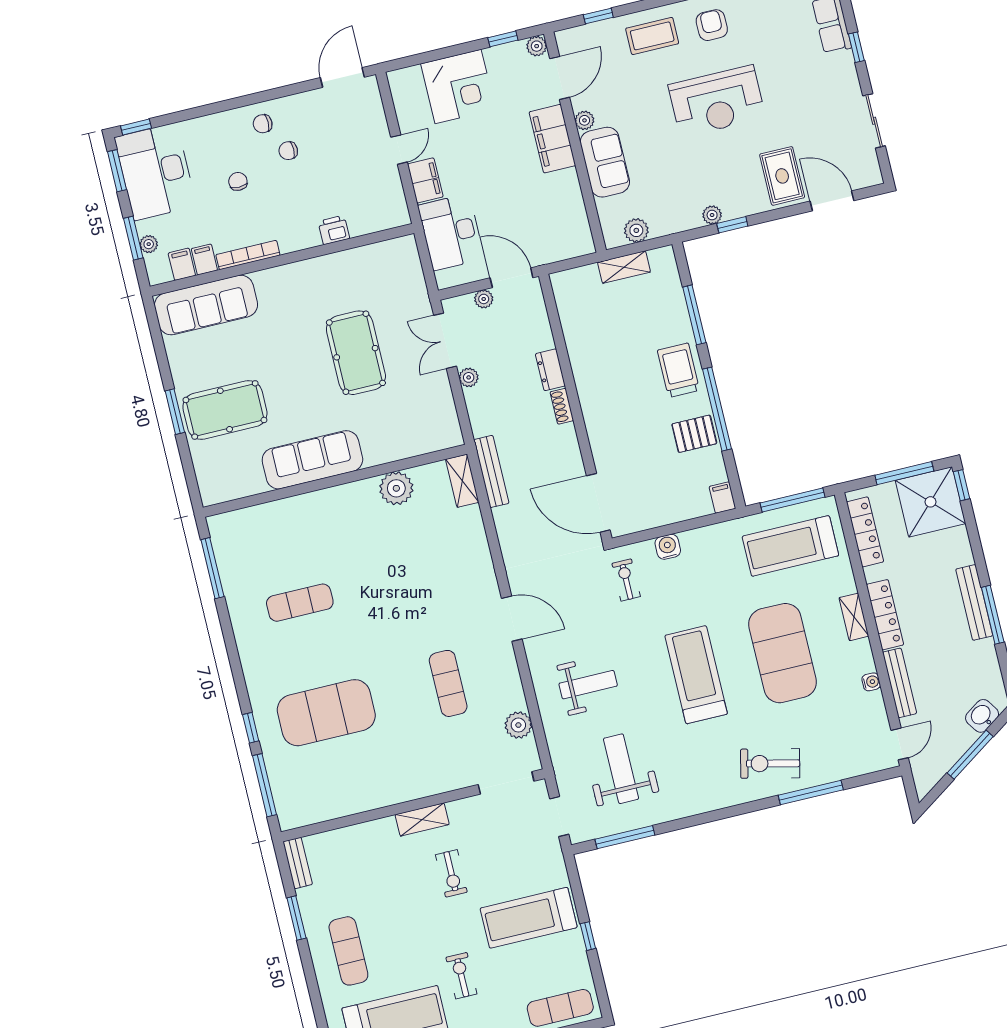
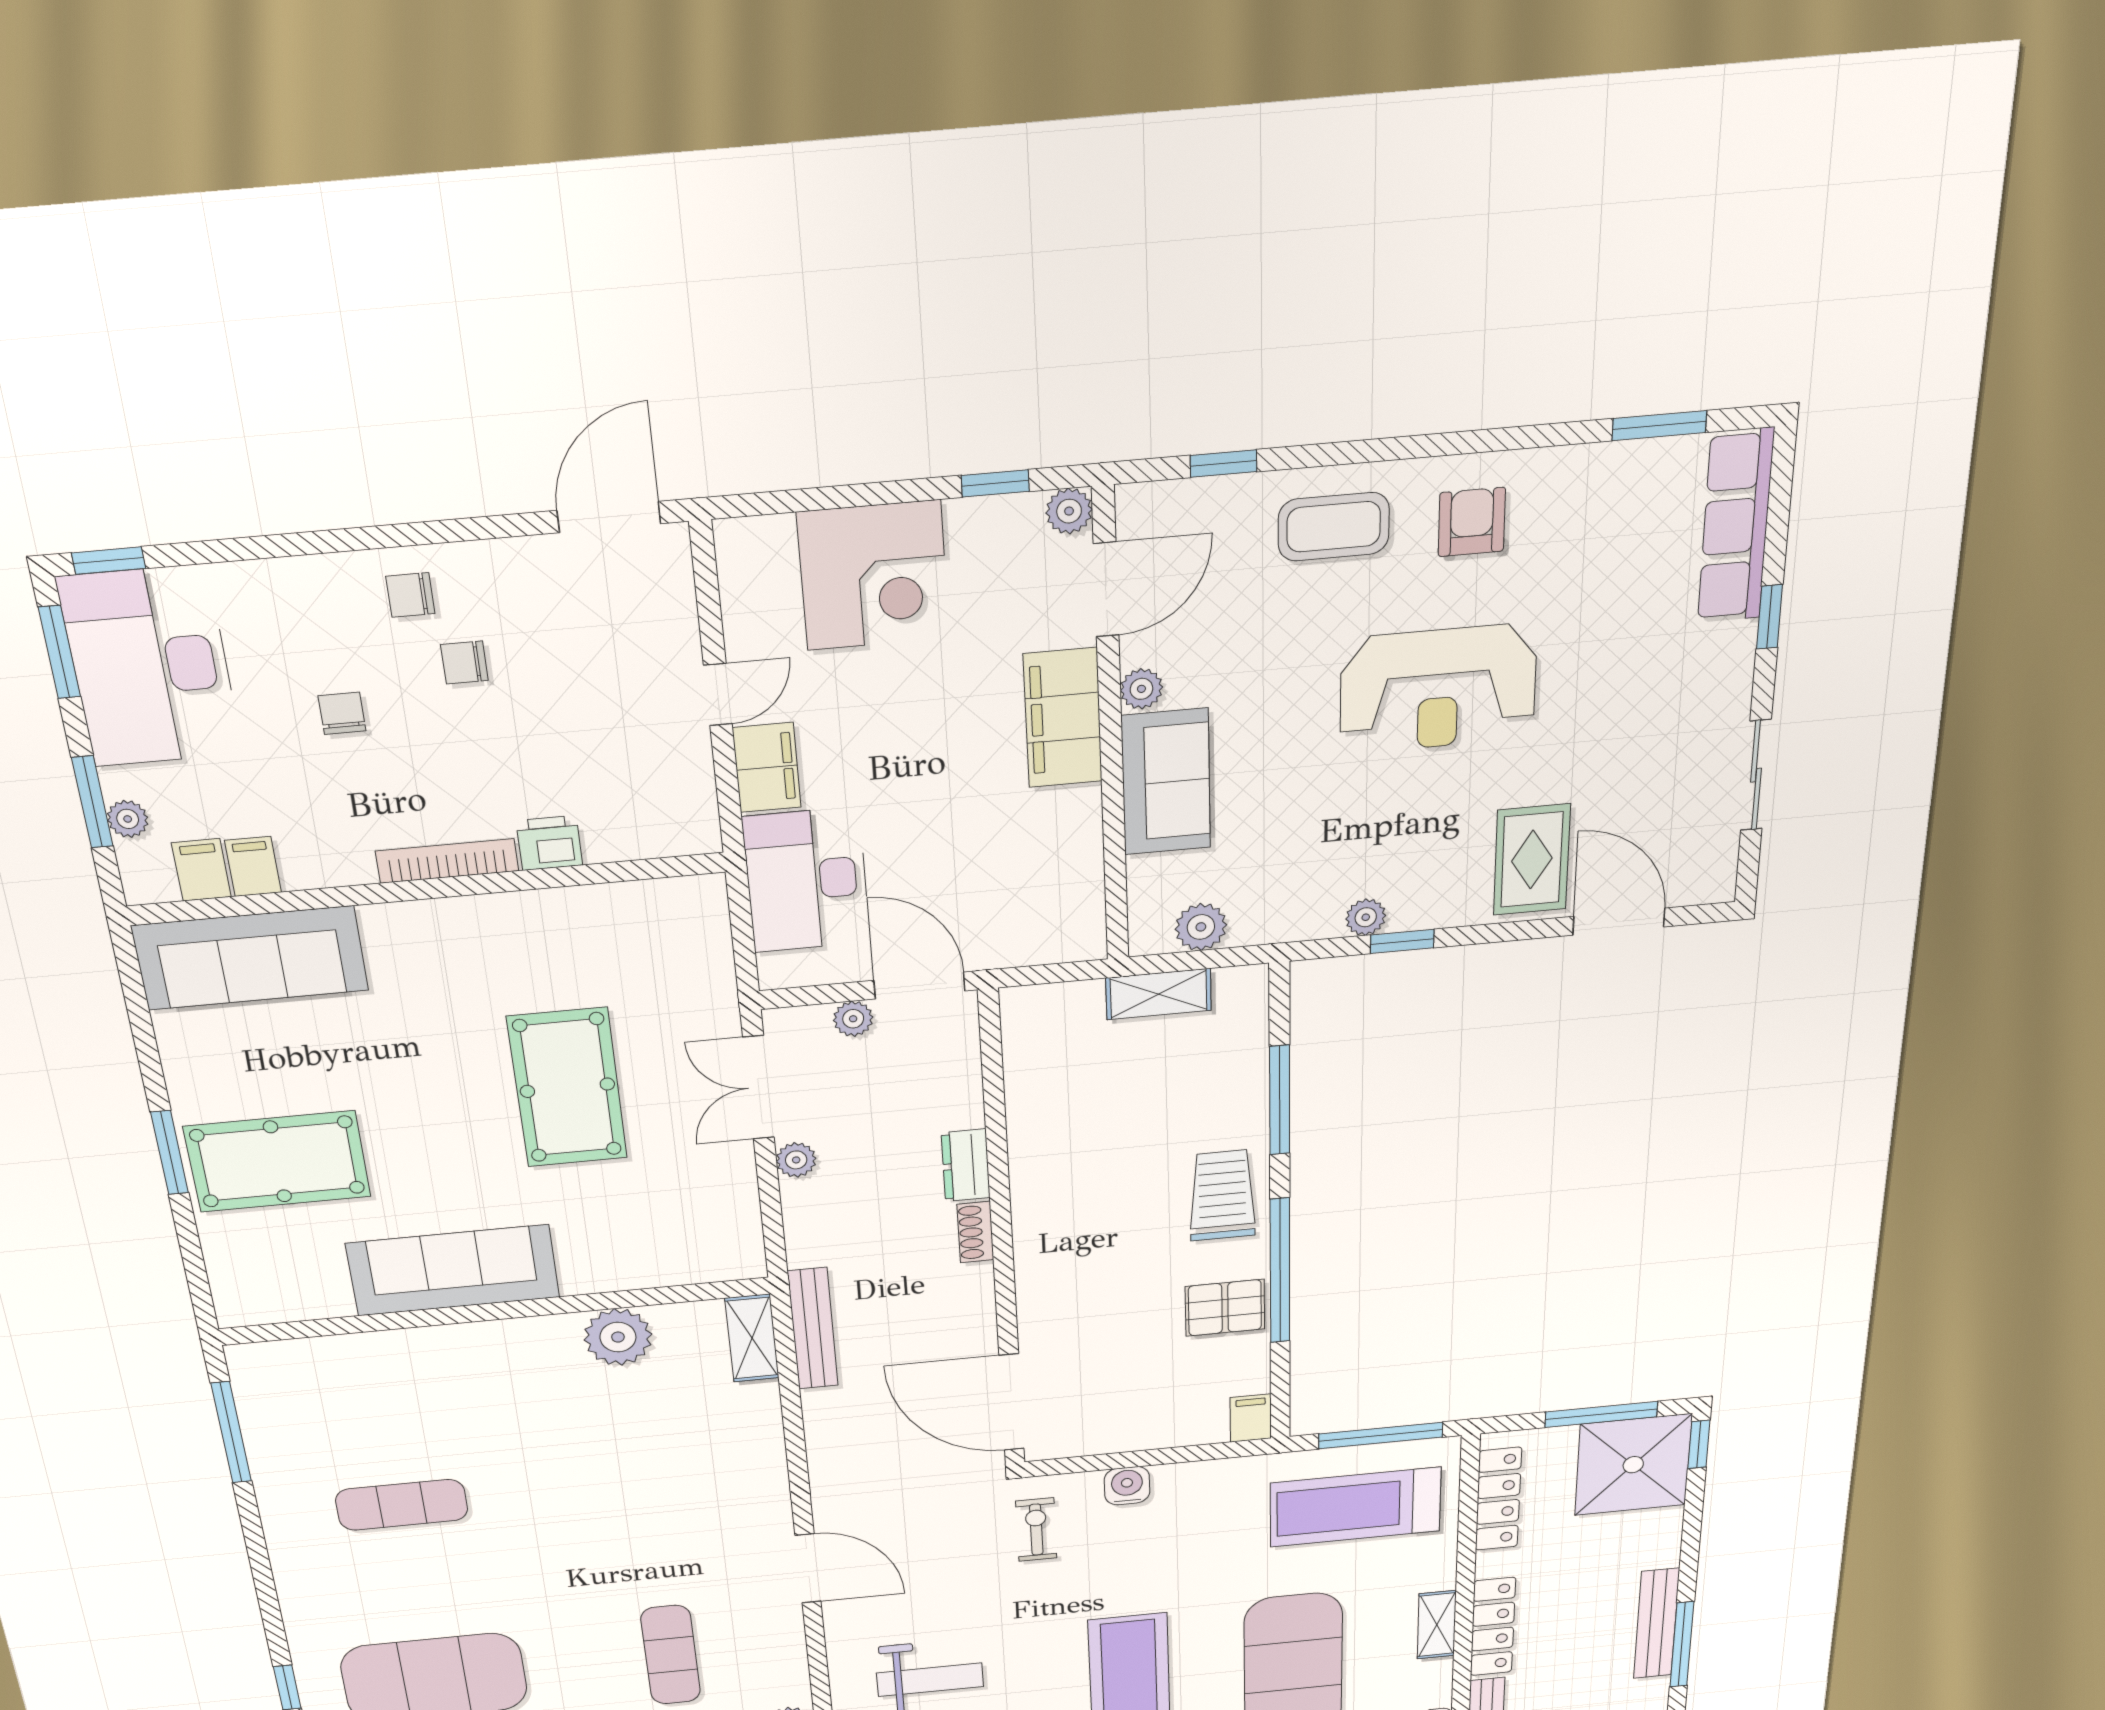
bookcase: (248, 255) -> (447, 861), moved

